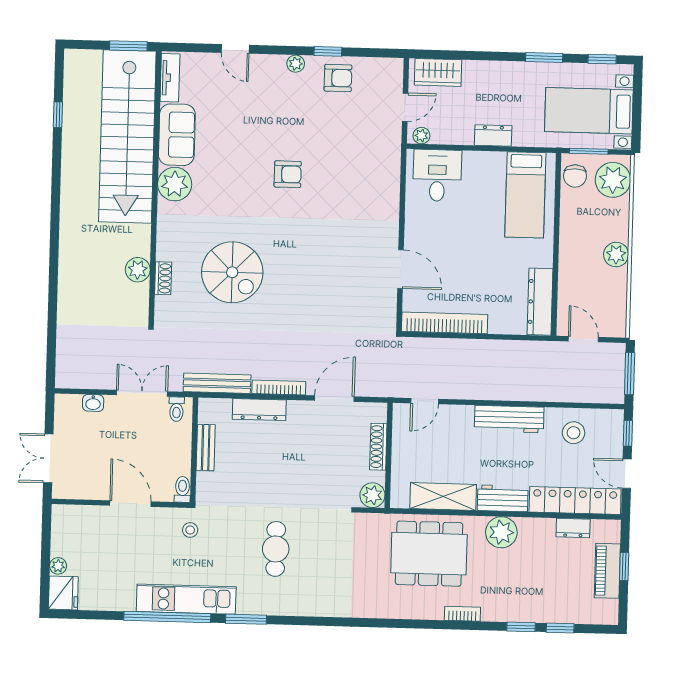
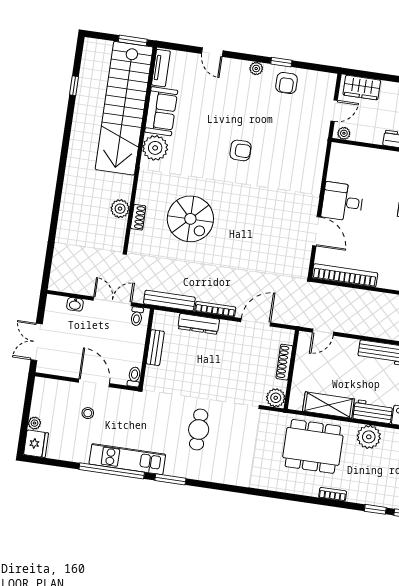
armchair: (338, 78) -> (287, 83), turned 90
desk: (437, 175) -> (342, 202), moved, turned -90
stool: (190, 530) -> (88, 413), moved

